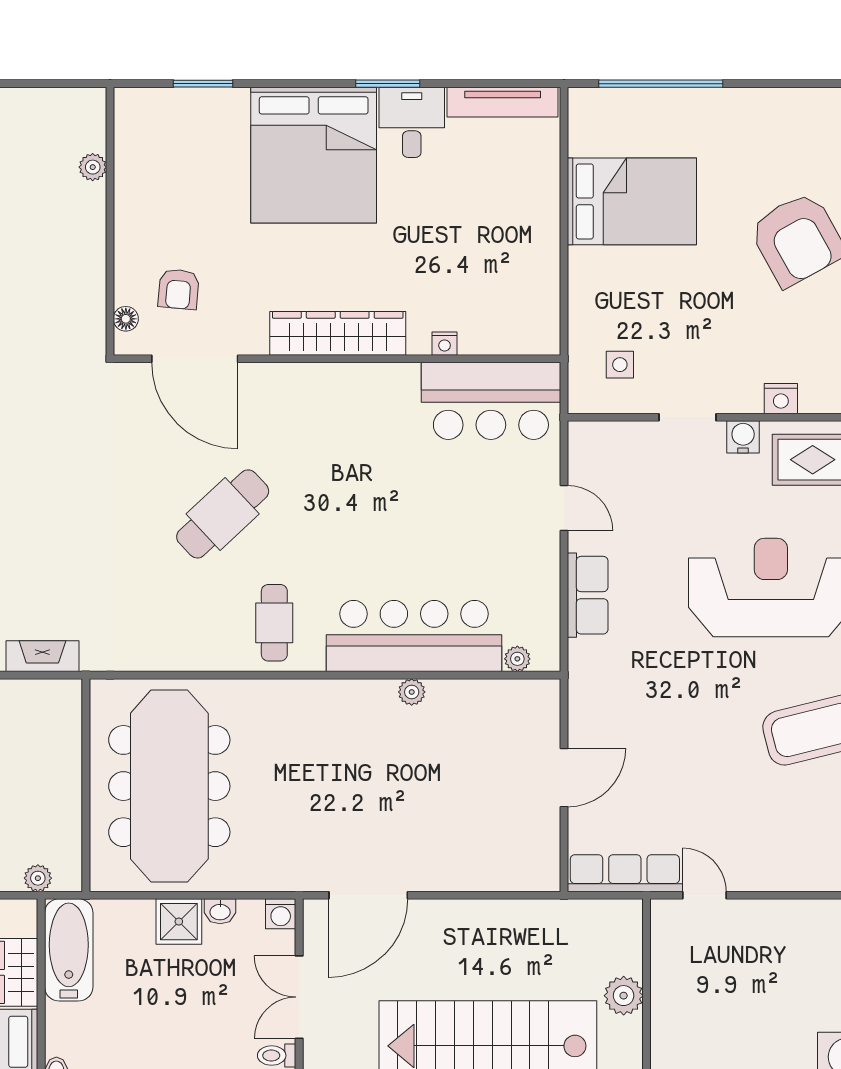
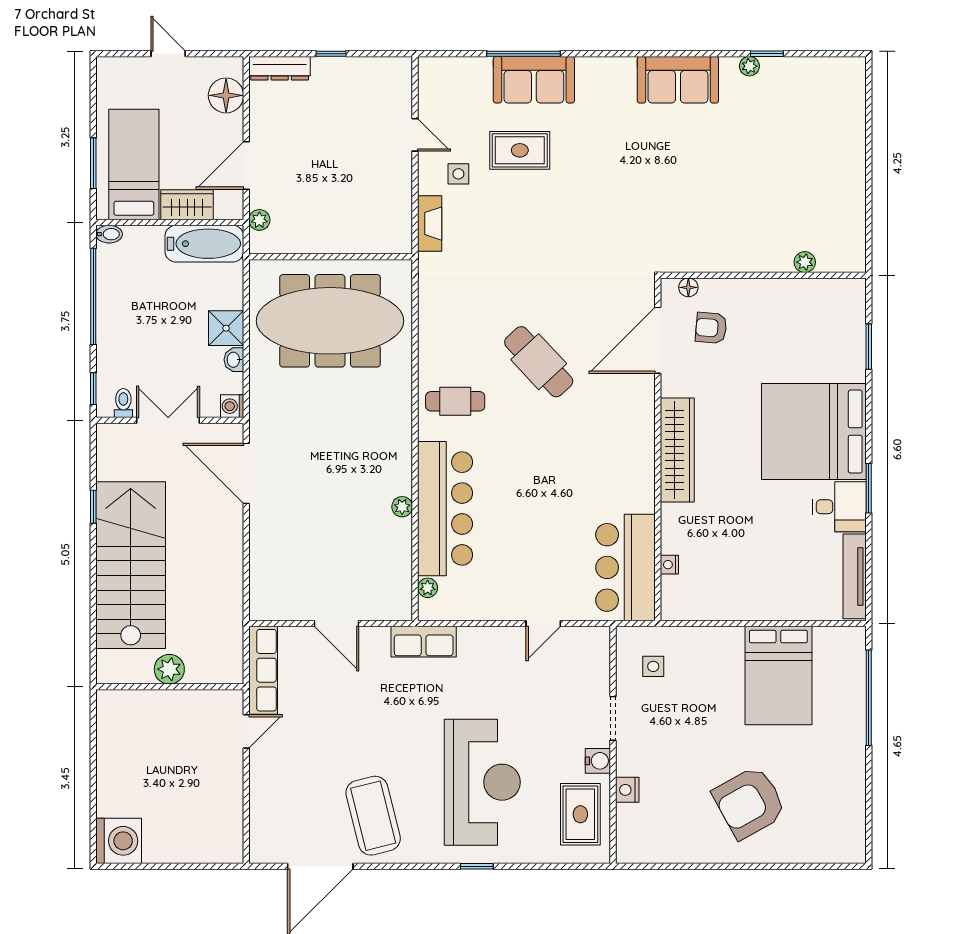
nightstand: (445, 344) -> (669, 565), moved
row of seats: (588, 595) -> (424, 642), moved

